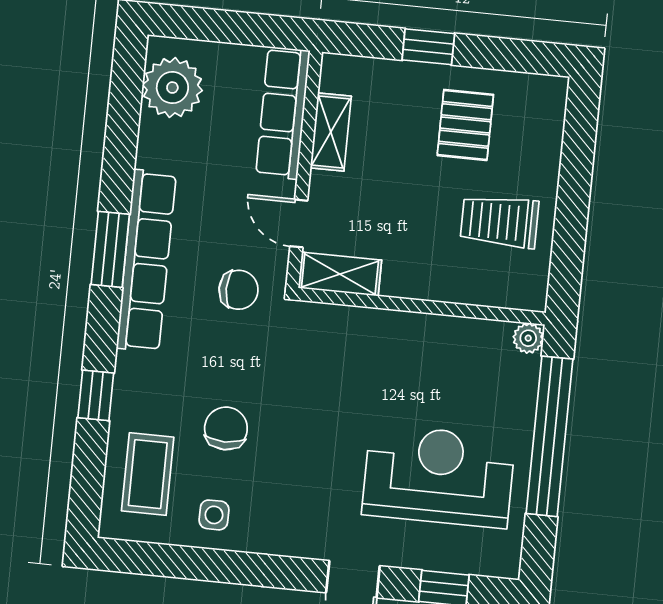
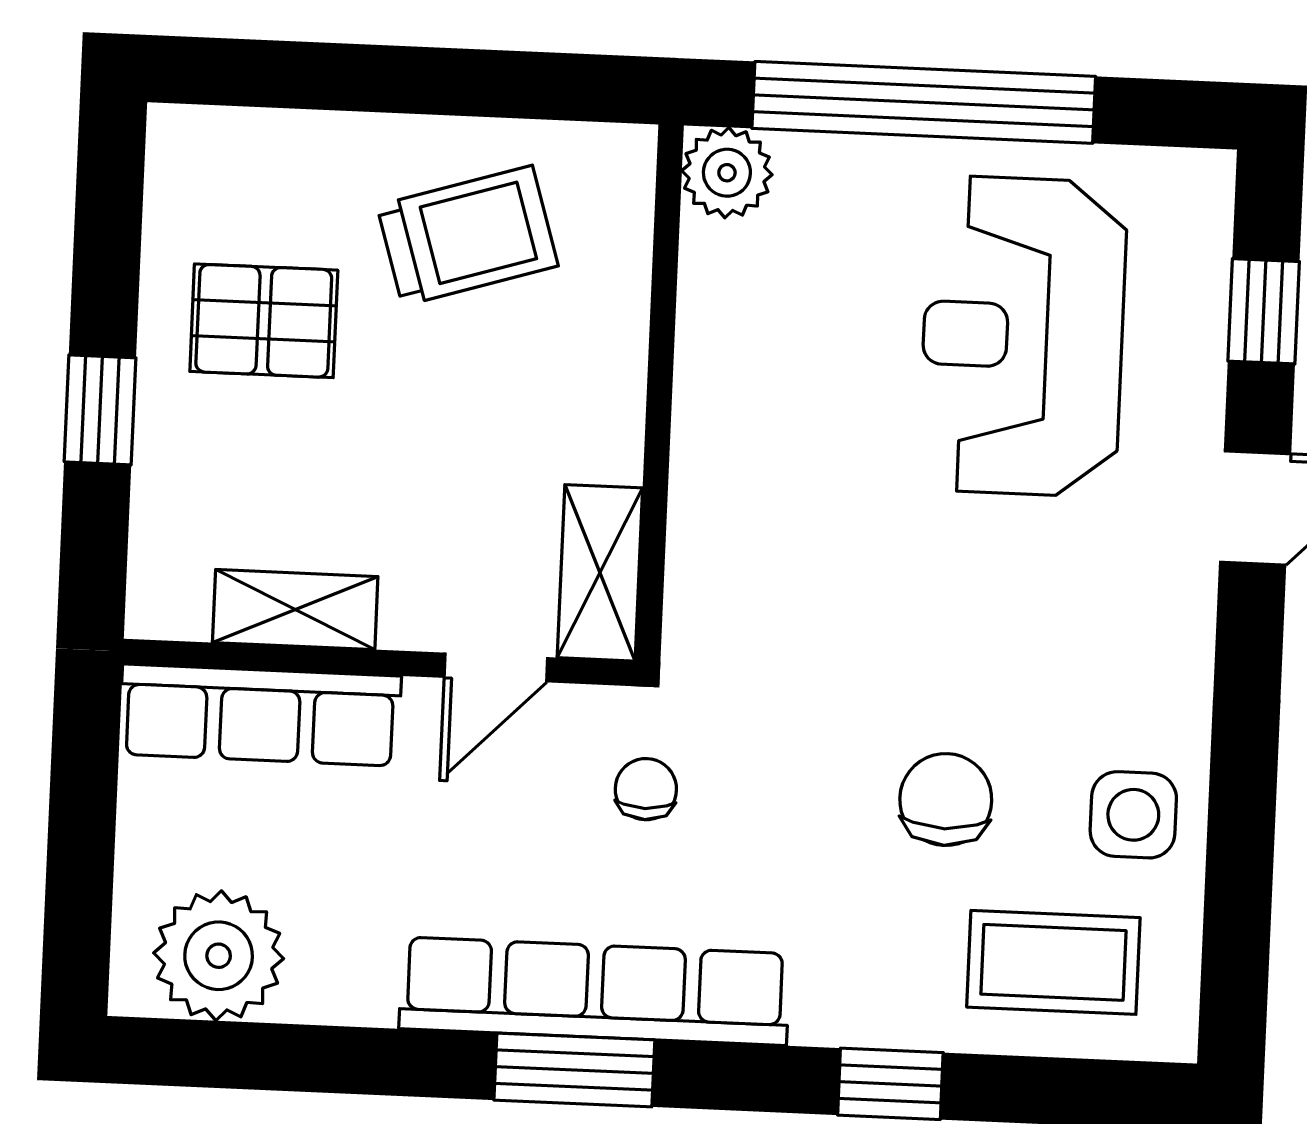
trolley: (500, 221) -> (467, 236), turned -107
chair: (239, 290) -> (646, 789), width x0.73, depth x0.73
plant: (528, 338) -> (727, 173), width x1.38, depth x1.38
chair: (226, 428) -> (946, 800), turned 90
side table: (214, 515) -> (1133, 815), width x1.37, depth x1.37

